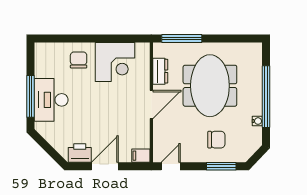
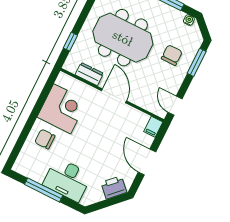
window: (182, 38) -> (70, 42), width x0.46
window: (30, 96) -> (44, 190), moved
water cooler: (257, 121) -> (189, 20), moved
printer: (80, 153) -> (114, 187), moved, turned 45

